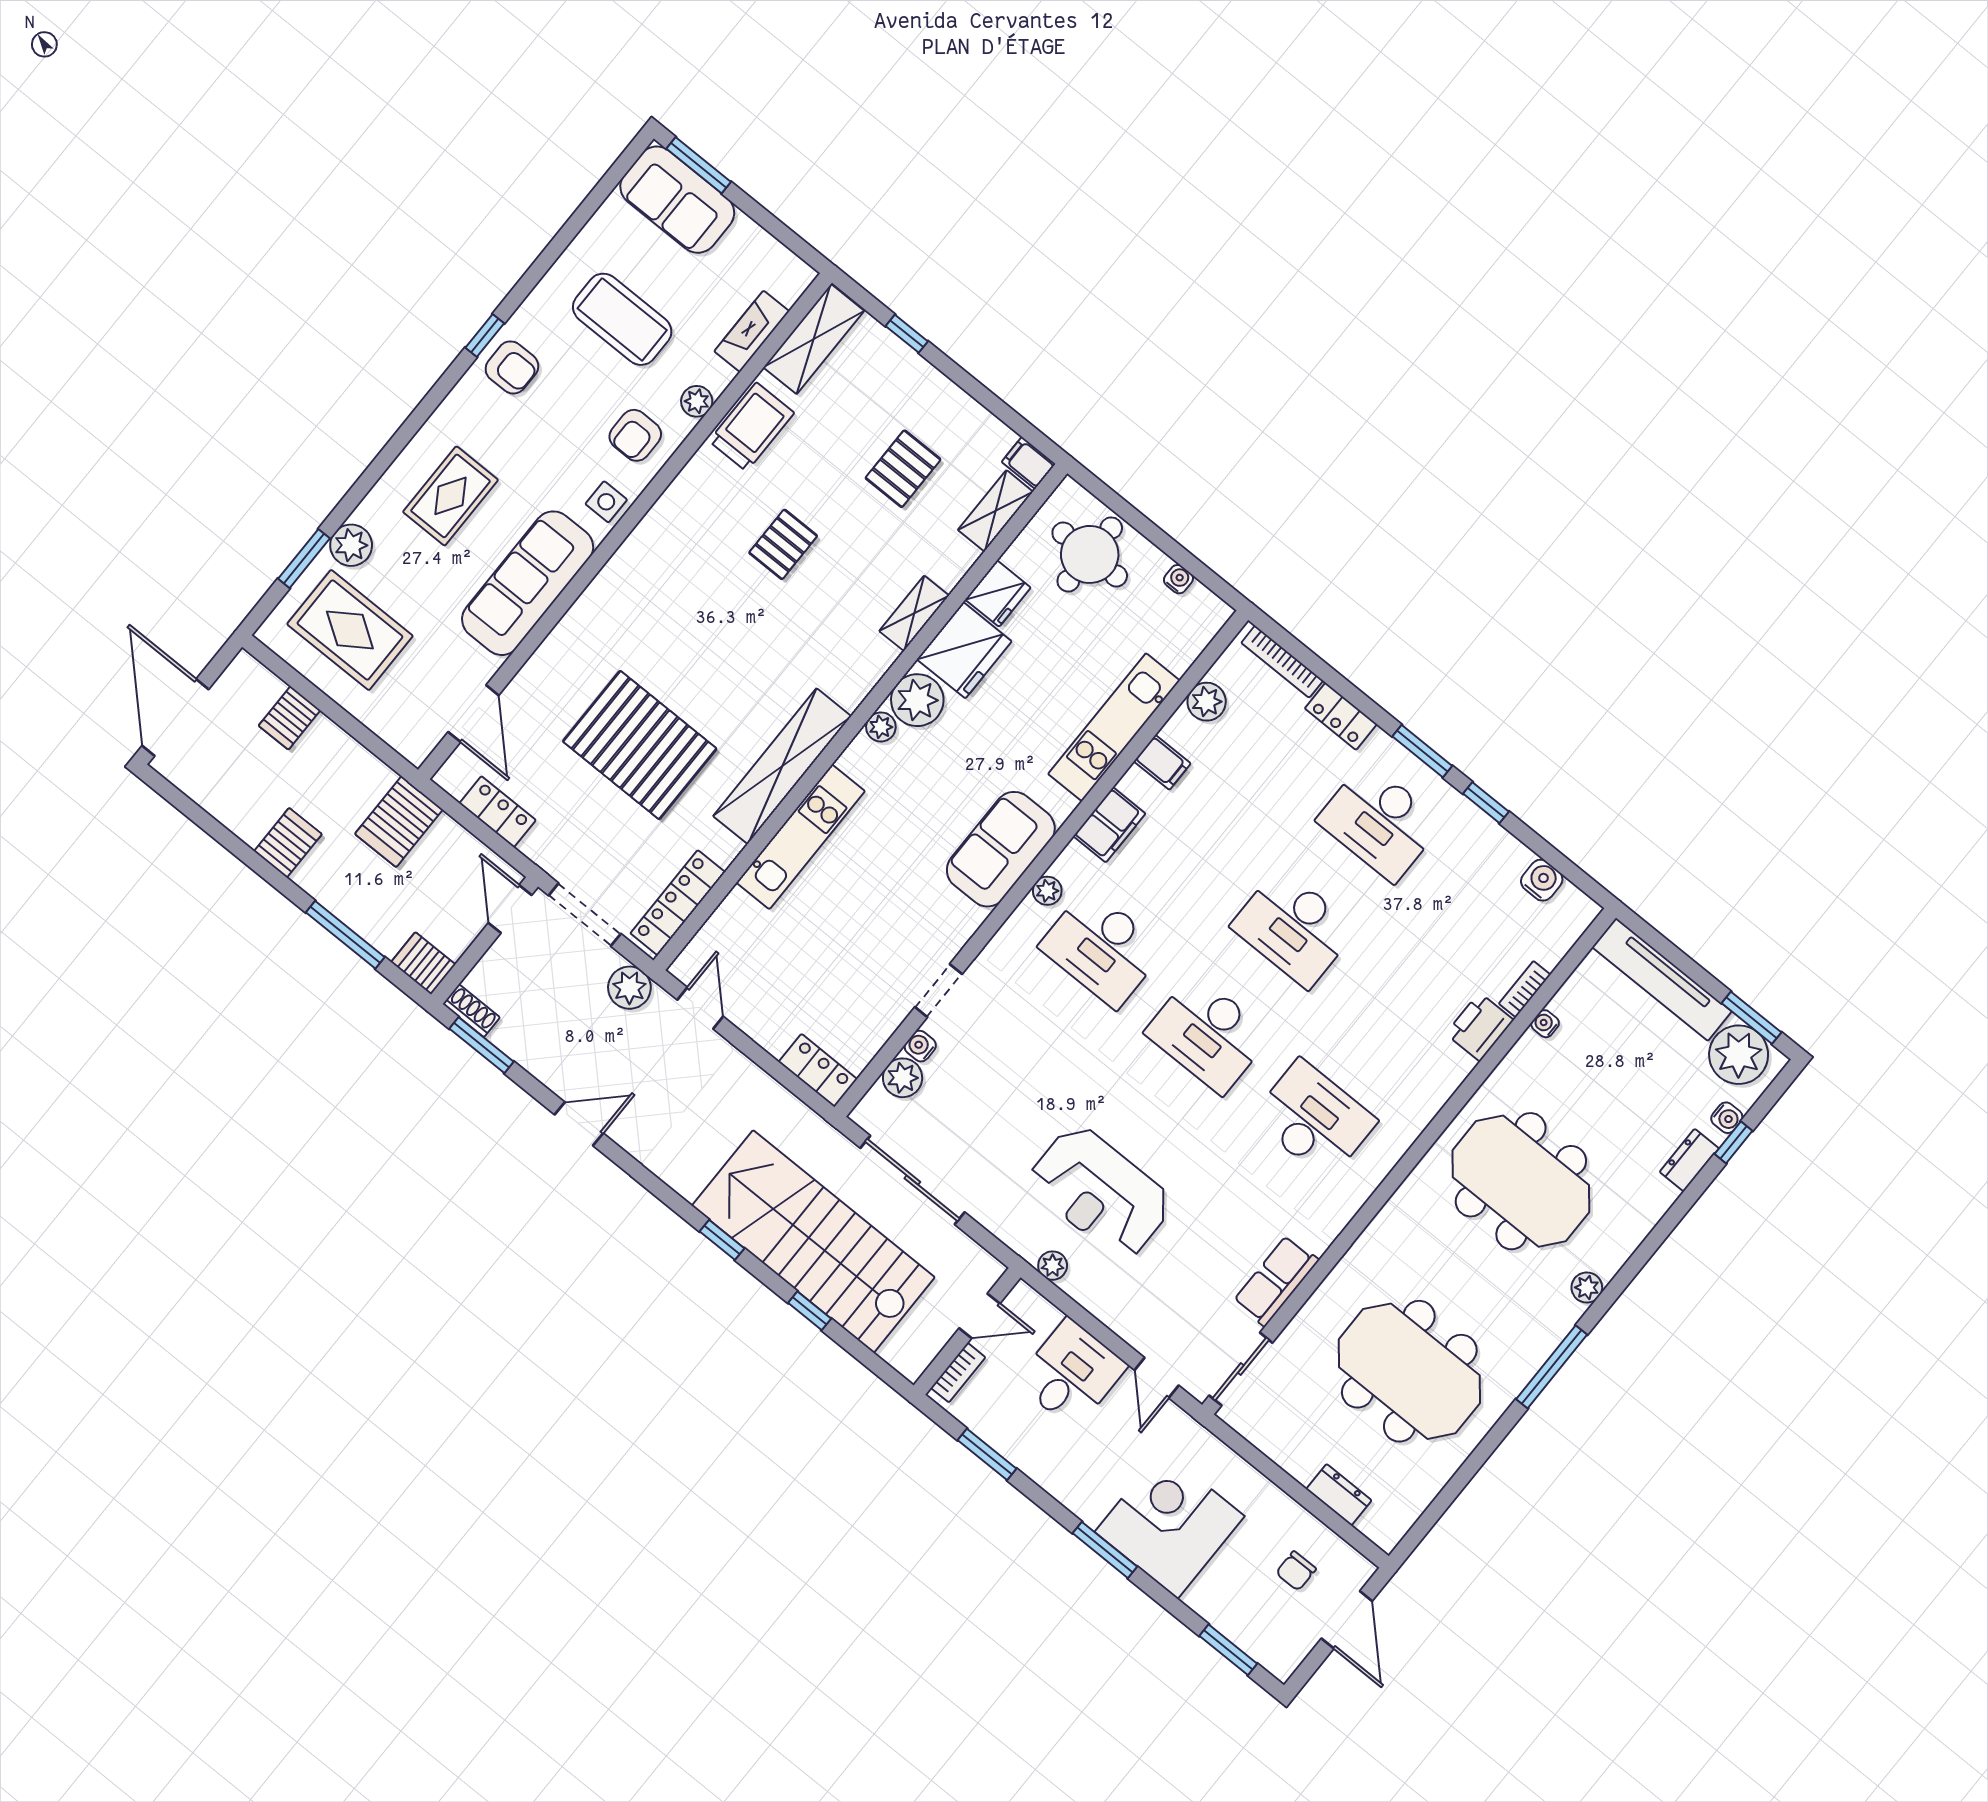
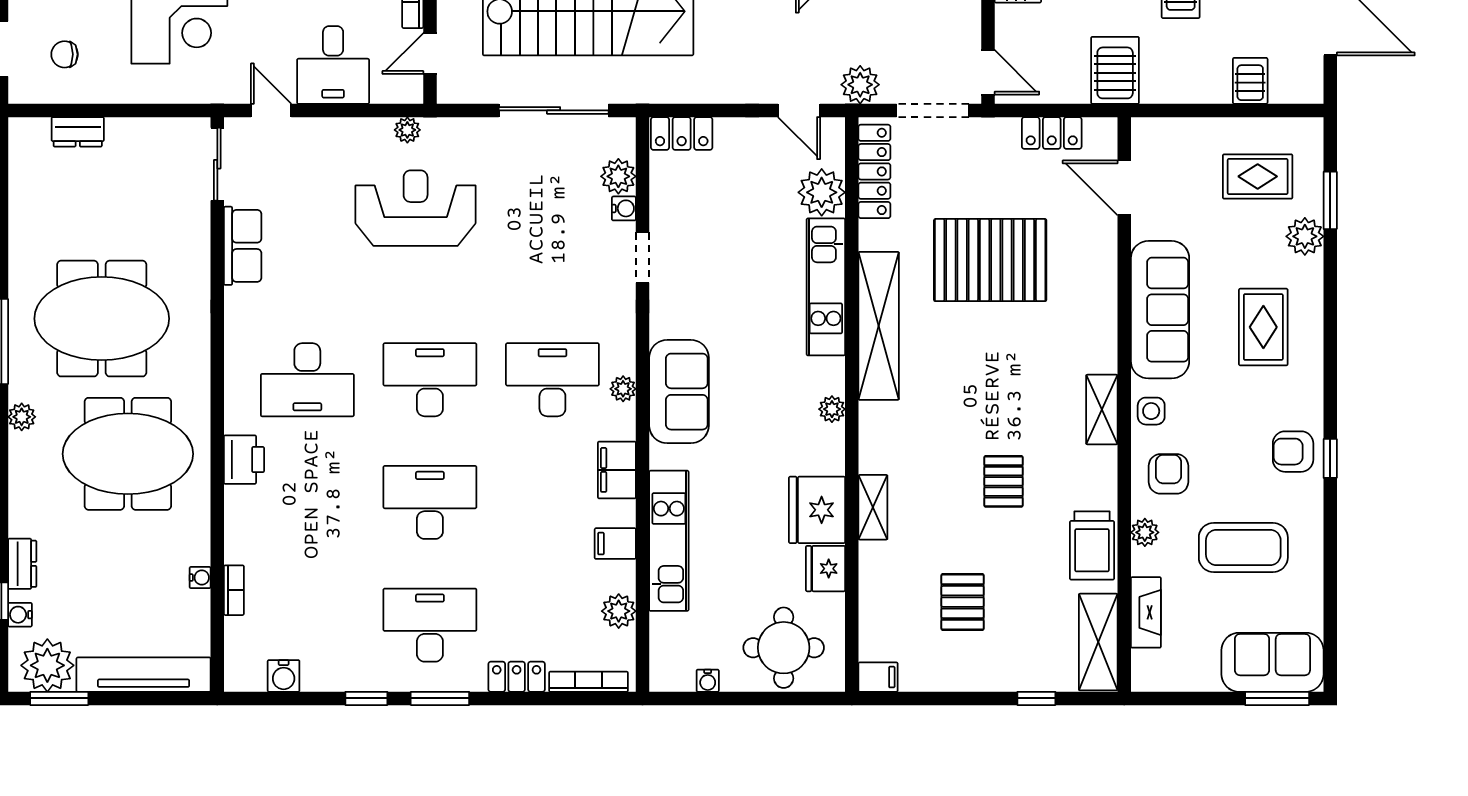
shelving: (995, 511) -> (1102, 410), moved
rug: (350, 630) -> (1258, 176), width x0.73, depth x0.70
plant: (917, 700) -> (822, 192), moved
printer: (1480, 1027) -> (244, 460), moved
meeting table: (1409, 1371) -> (102, 319), moved
chair: (1296, 1571) -> (65, 54), turned -90

